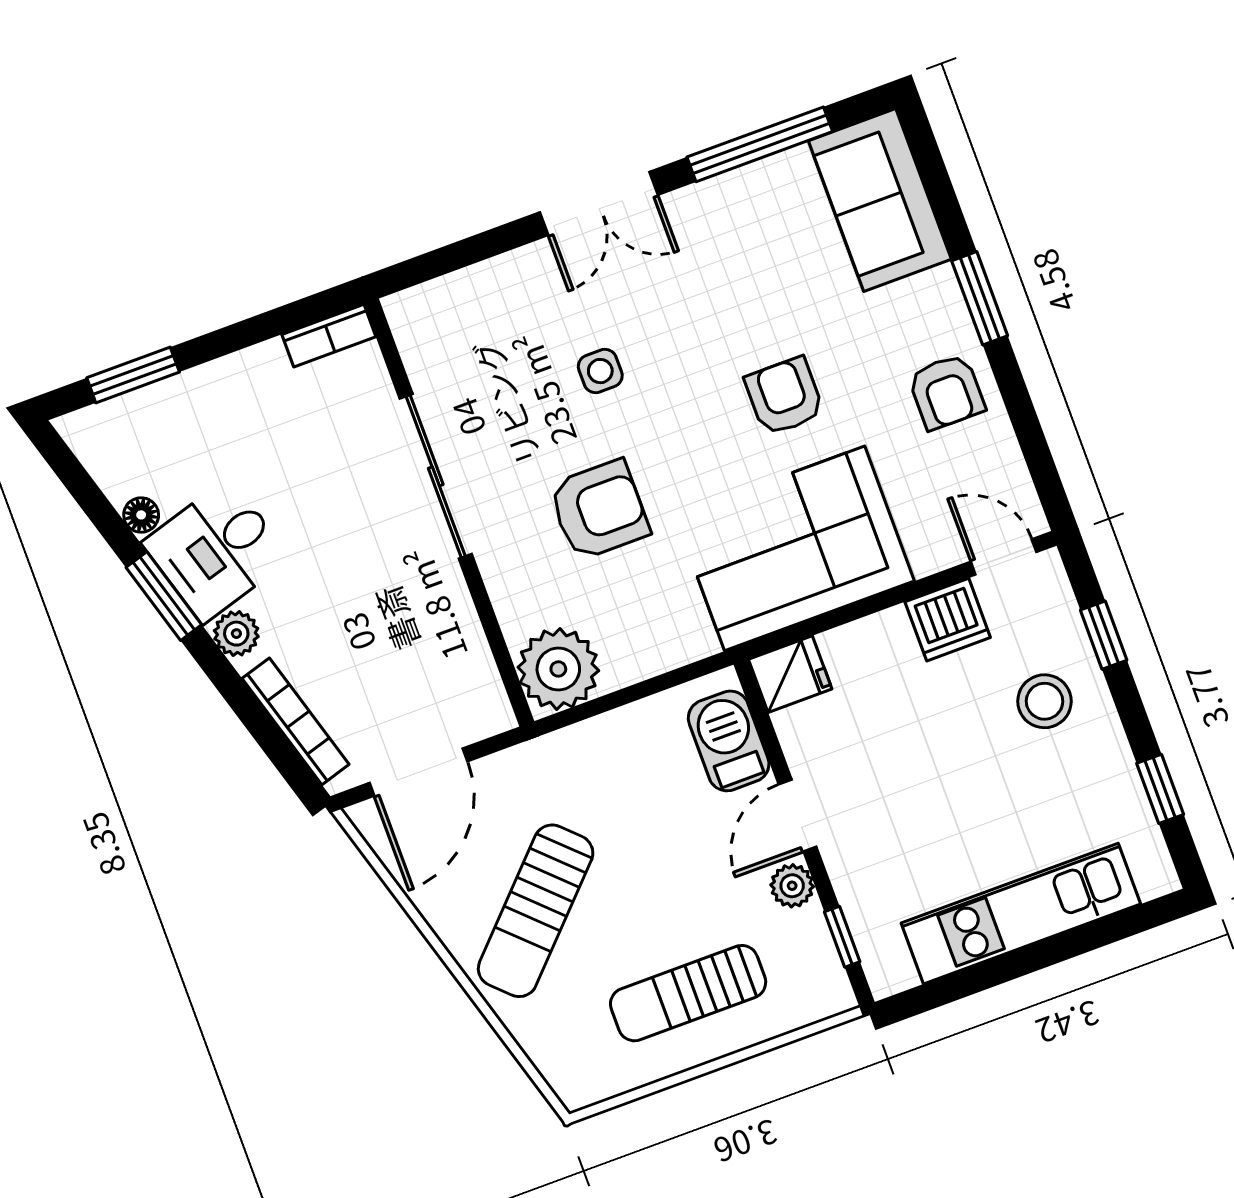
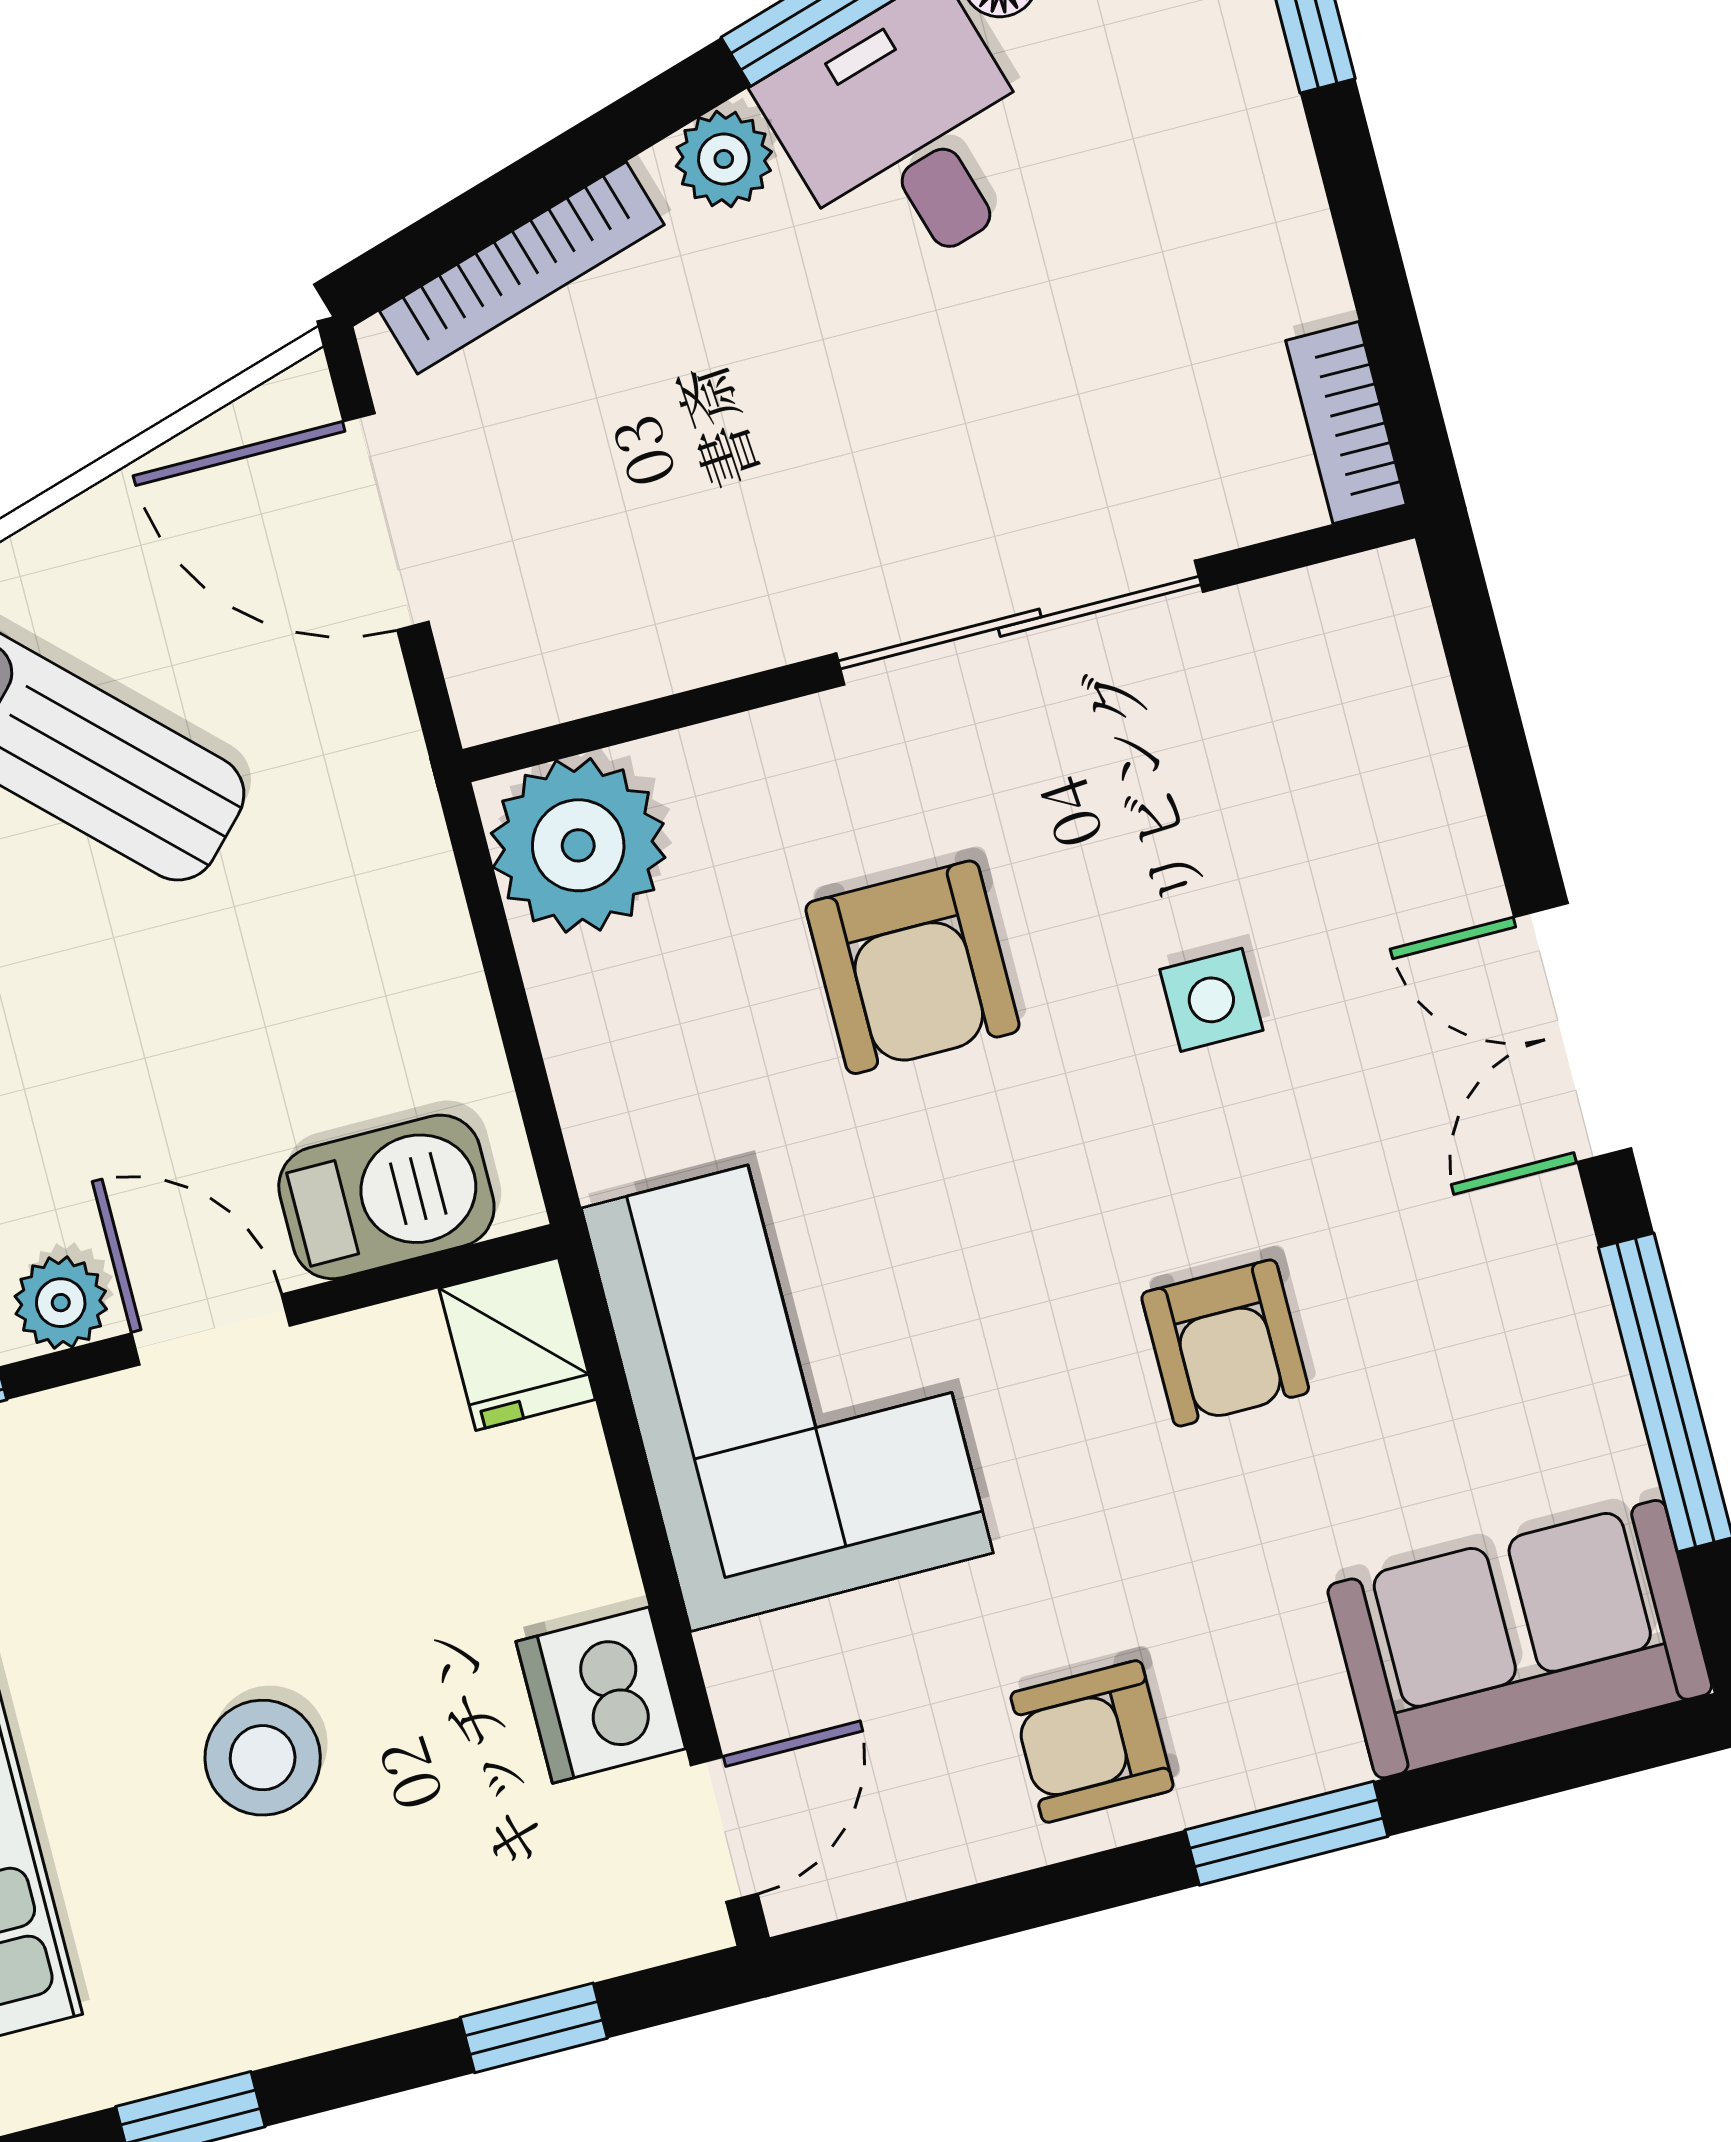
armchair: (784, 396) -> (1225, 1343), moved, turned 90
stool: (1045, 701) -> (263, 1758), moved

